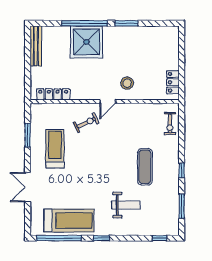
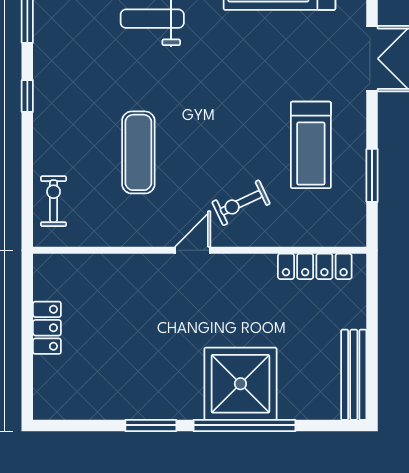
locker: (173, 82) -> (47, 328), moved
stool: (127, 83) -> (149, 292), removed
exercise mat: (145, 167) -> (138, 152), moved

